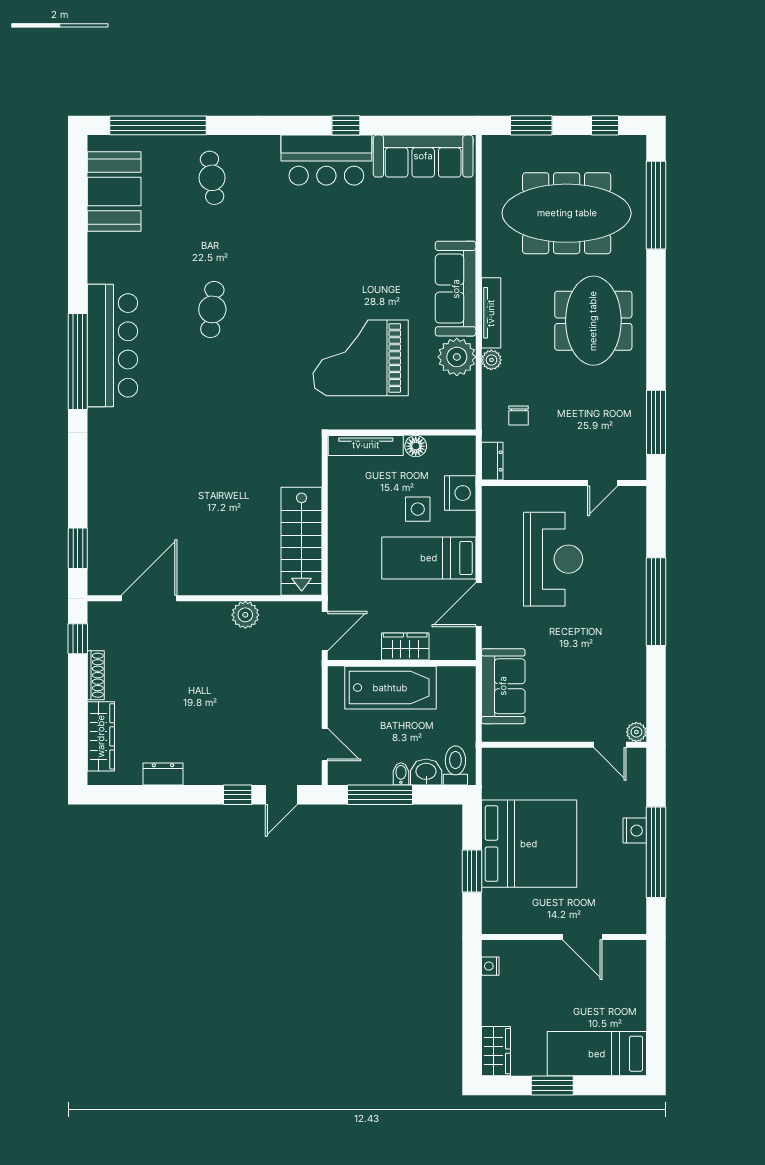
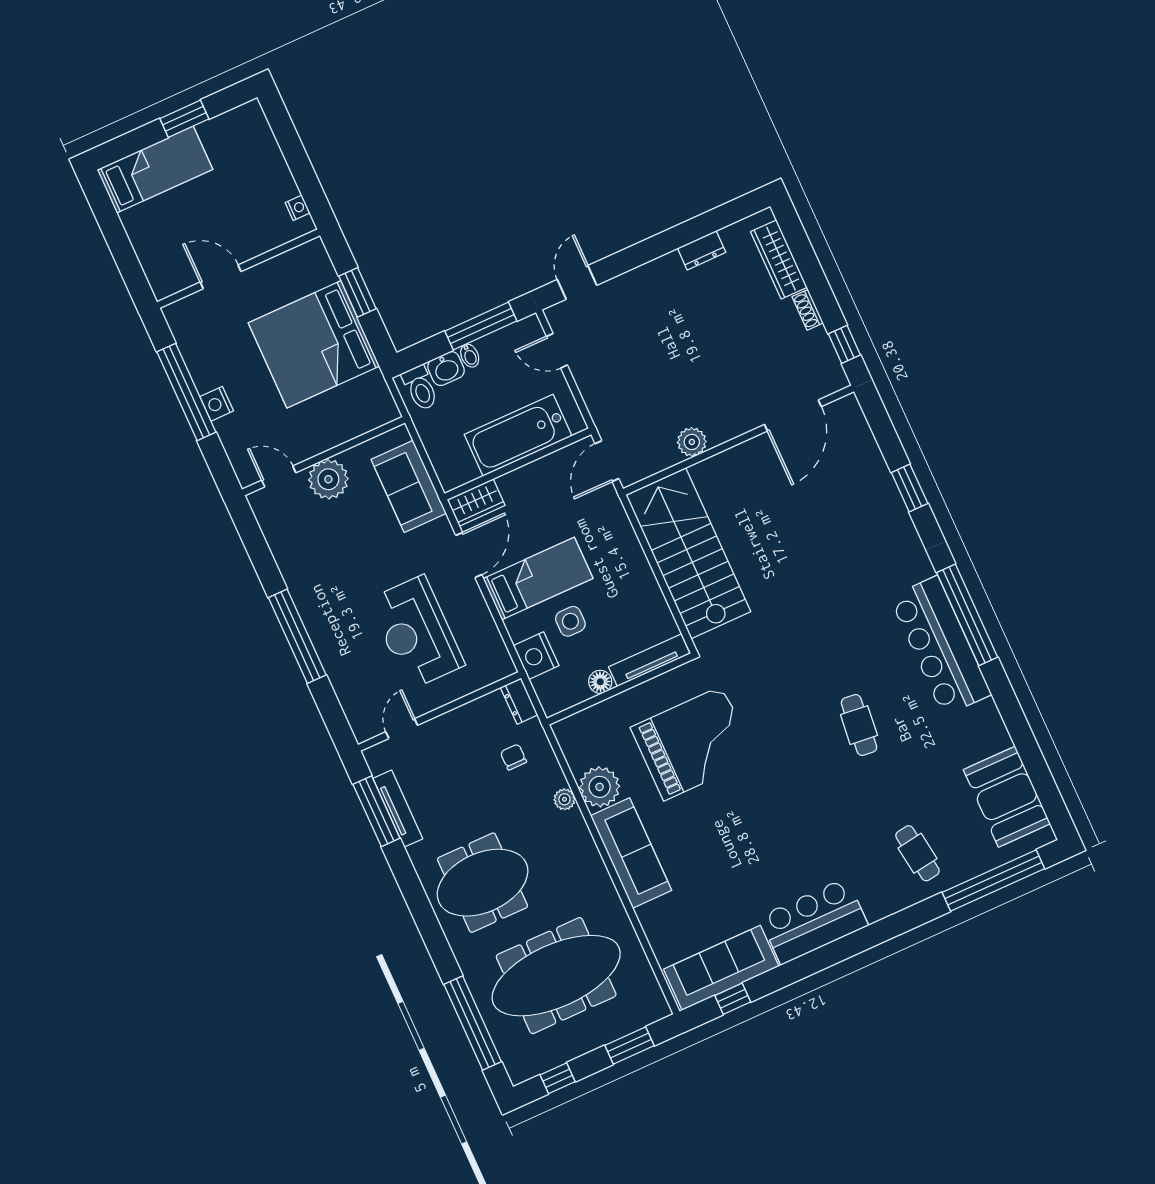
window: (346, 125) -> (733, 999), moved
tv unit: (491, 313) -> (398, 809), moved, turned 180
meeting table: (593, 321) -> (483, 883), turned 90
stairs: (302, 541) -> (688, 553), width x1.36, depth x1.51
window: (78, 548) -> (910, 488), moved
wardrobe: (405, 647) -> (476, 502), moved
shoe rack: (96, 675) -> (808, 310), width x0.70
plant: (636, 732) -> (328, 479), moved, width x1.88, depth x1.88
window: (238, 795) -> (620, 263), removed
wardrobe: (496, 1051) -> (254, 127), removed

